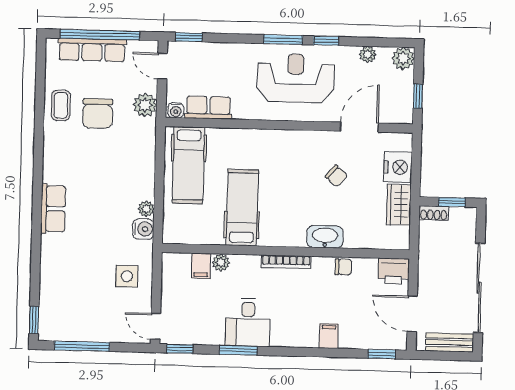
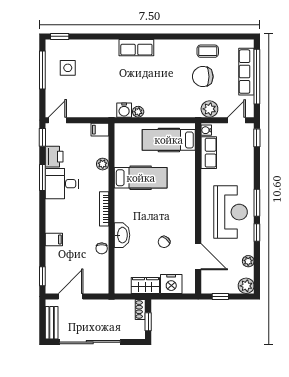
filing cabinet: (201, 266) -> (100, 130), moved
printer: (394, 271) -> (54, 157), moved, turned 180
side table: (127, 276) -> (68, 68), moved

